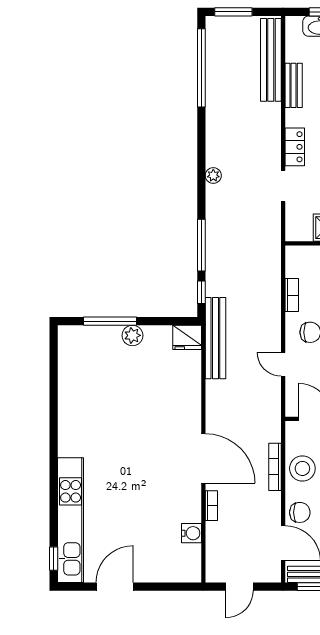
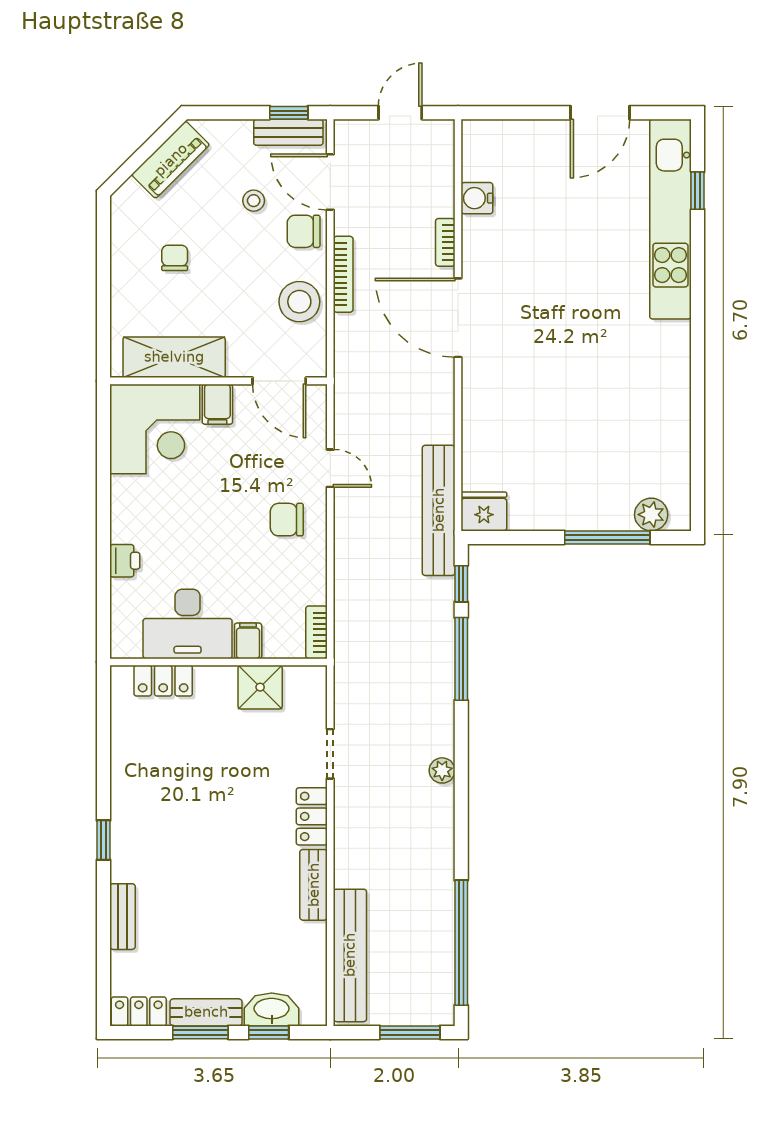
bench: (294, 85) -> (314, 885), moved
bookcase: (292, 295) -> (316, 632), moved
plant: (132, 335) -> (651, 515), moved
bookcase: (275, 467) -> (343, 274), moved
window: (54, 559) -> (698, 191), moved

